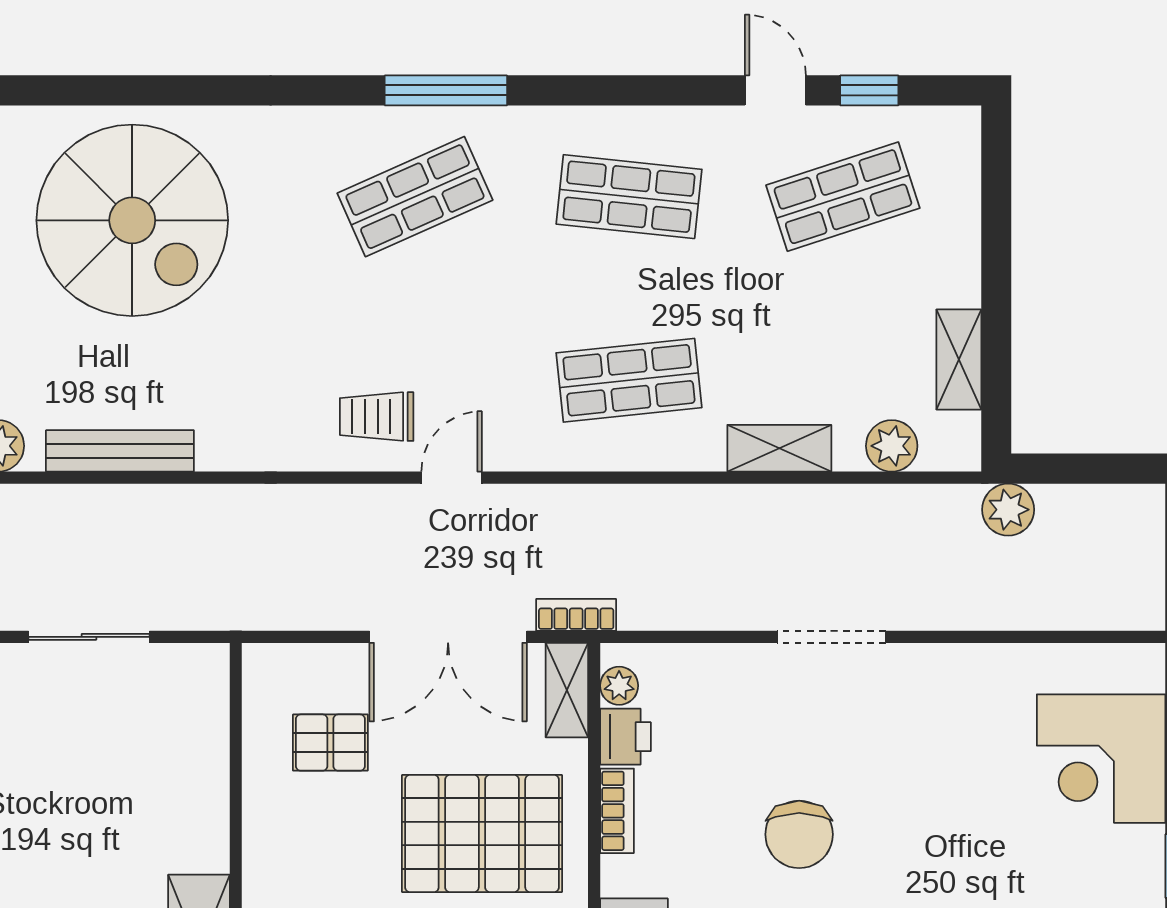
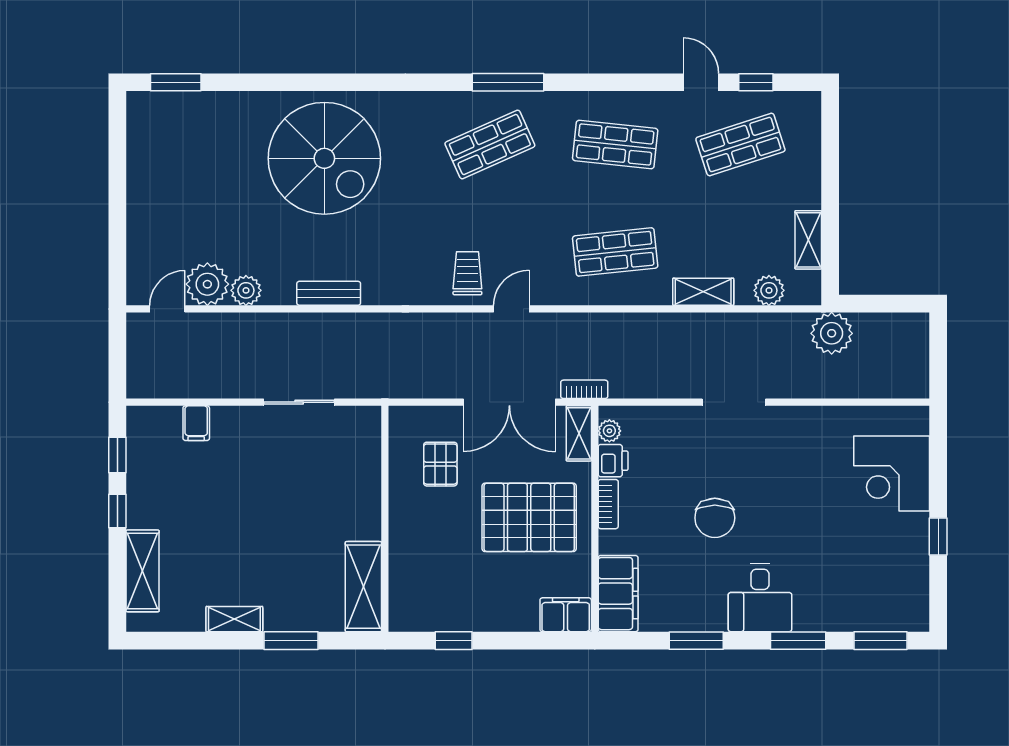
trolley: (377, 417) -> (467, 273), turned 90
bench: (120, 451) -> (329, 293), width x0.73
plant: (1008, 510) -> (832, 333), width x1.36, depth x1.36
pallet: (330, 743) -> (440, 464), turned 90

